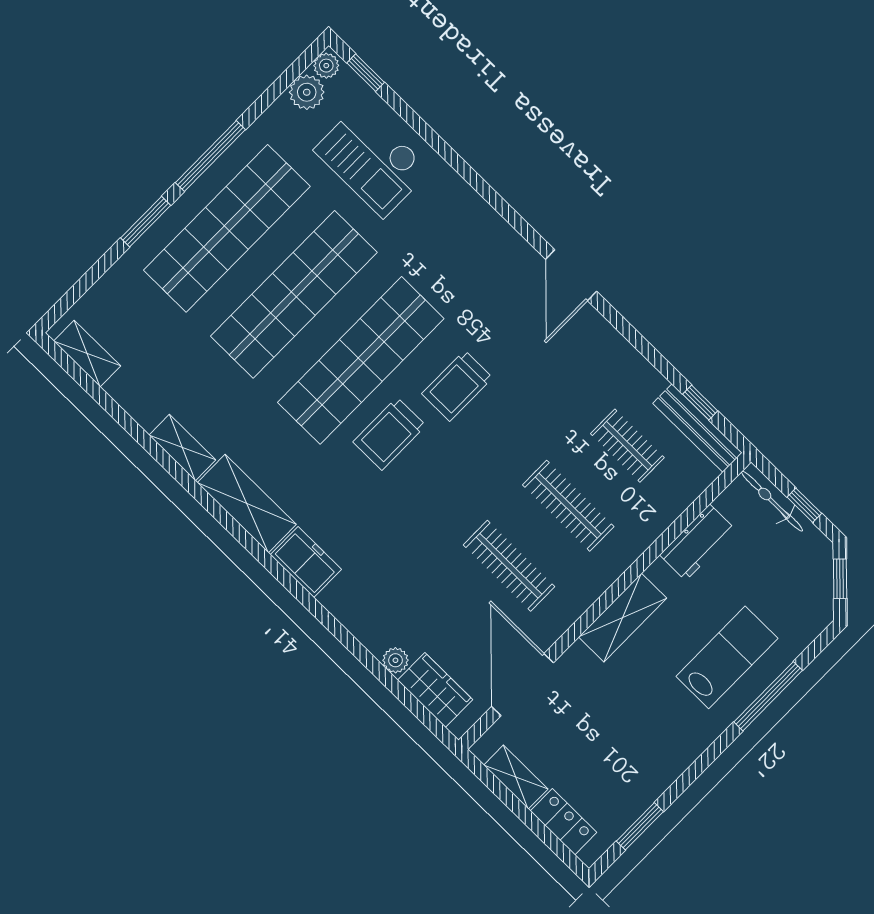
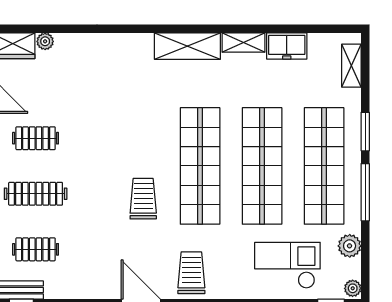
plant: (307, 92) -> (350, 246), moved
shelving: (87, 354) -> (351, 66), moved, turned 90
trolley: (389, 434) -> (191, 273), moved
freezer: (306, 562) -> (287, 46), moved
clothes rail: (509, 566) -> (36, 138), width x0.73

